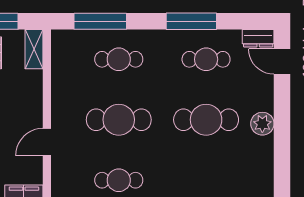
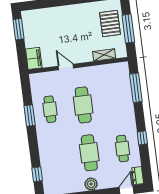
window: (191, 21) -> (142, 138), width x0.46
shelving: (34, 49) -> (104, 55), moved
cafe table: (119, 59) -> (116, 101), removed

